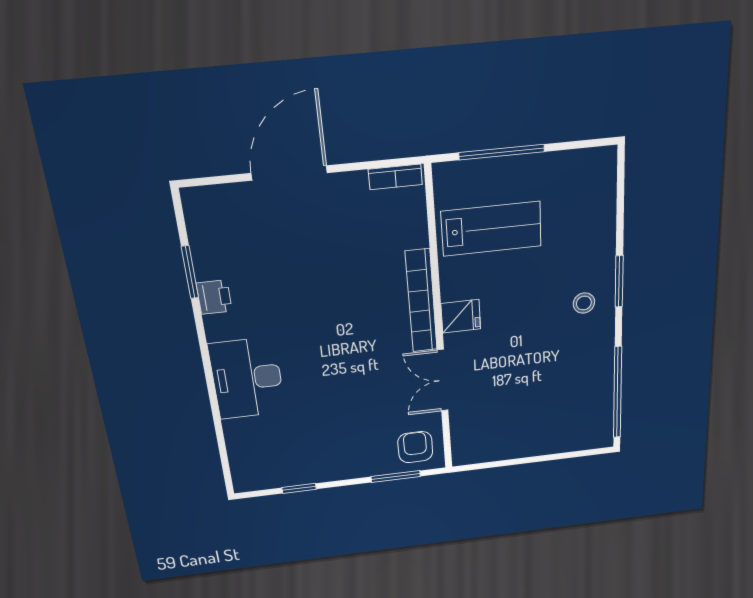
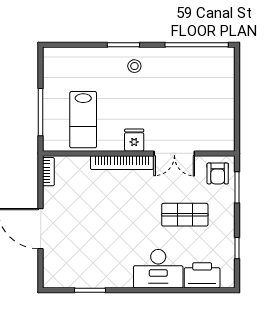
lab bench: (491, 229) -> (83, 120), turned 180
printer: (214, 297) -> (202, 275), moved, width x1.87, depth x1.48
shop shelf: (343, 408) -> (185, 215), added
armchair: (415, 447) -> (218, 173), turned -90

